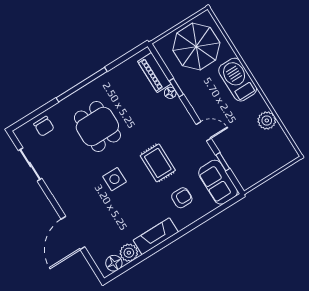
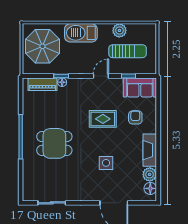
chair: (44, 126) -> (32, 178), removed
sun lounger: (249, 144) -> (128, 51), added
side table: (114, 179) -> (106, 163), moved

